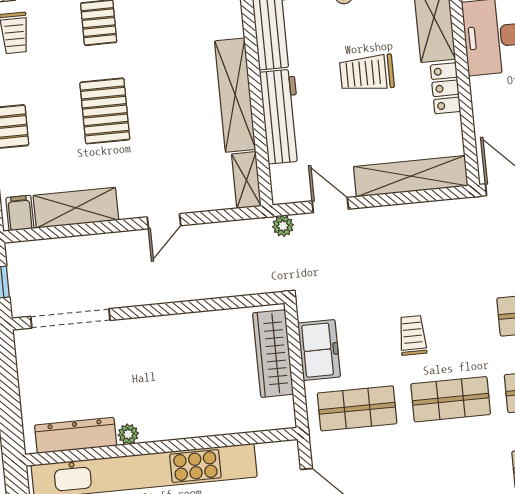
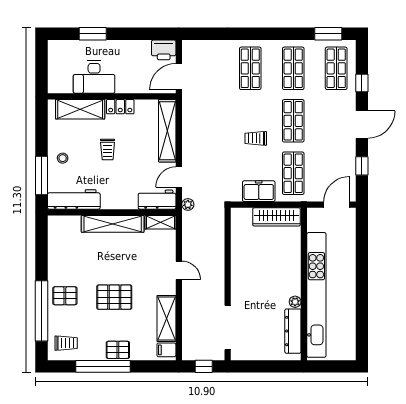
trolley: (367, 73) -> (108, 150), width x0.73, depth x0.72
workbench: (281, 117) -> (157, 200), moved, width x0.73
wardrobe: (273, 354) -> (277, 217), moved

